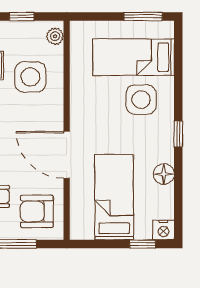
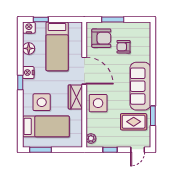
side table: (30, 77) -> (98, 103), moved
wardrobe: (82, 109) -> (75, 97), added
nightstand: (164, 151) -> (28, 73), added
floor lamp: (164, 174) -> (29, 48), moved

